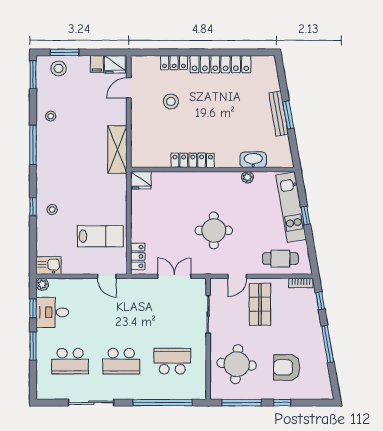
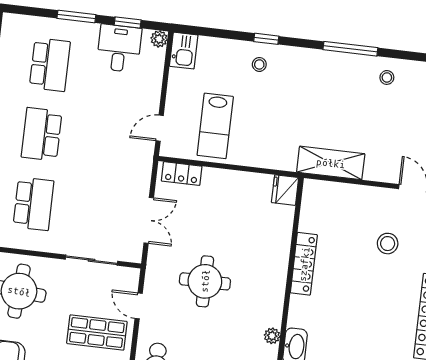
school desk: (70, 361) -> (50, 65), turned 180

